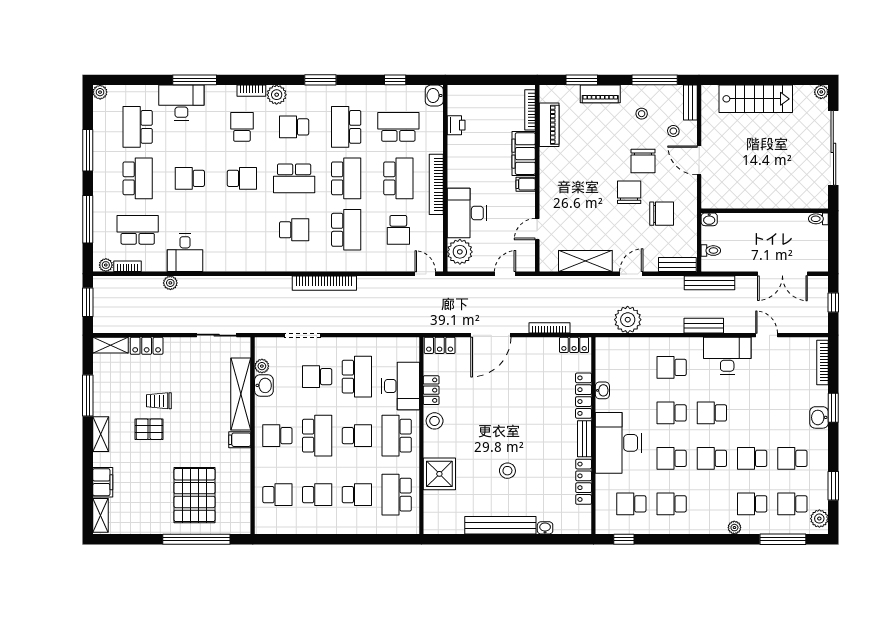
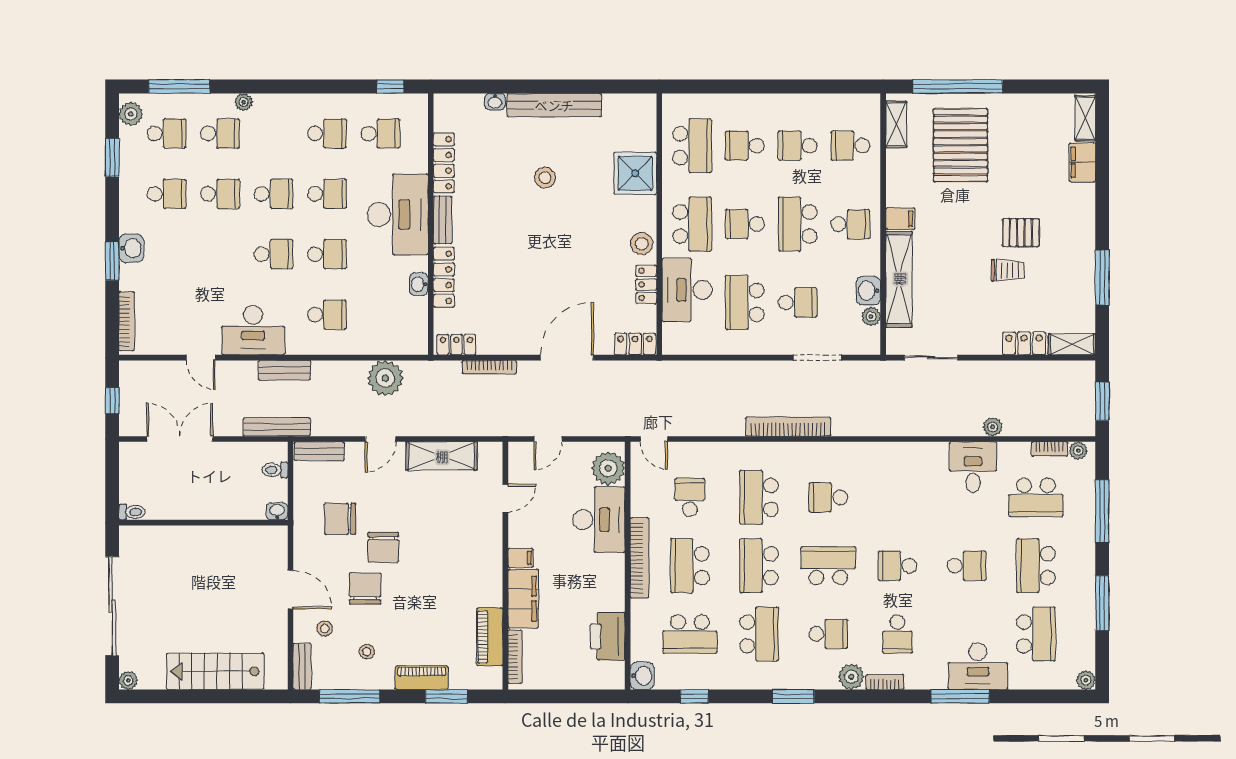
printer: (456, 125) -> (608, 636), width x1.87, depth x1.48
shelving: (101, 434) -> (896, 124), moved

